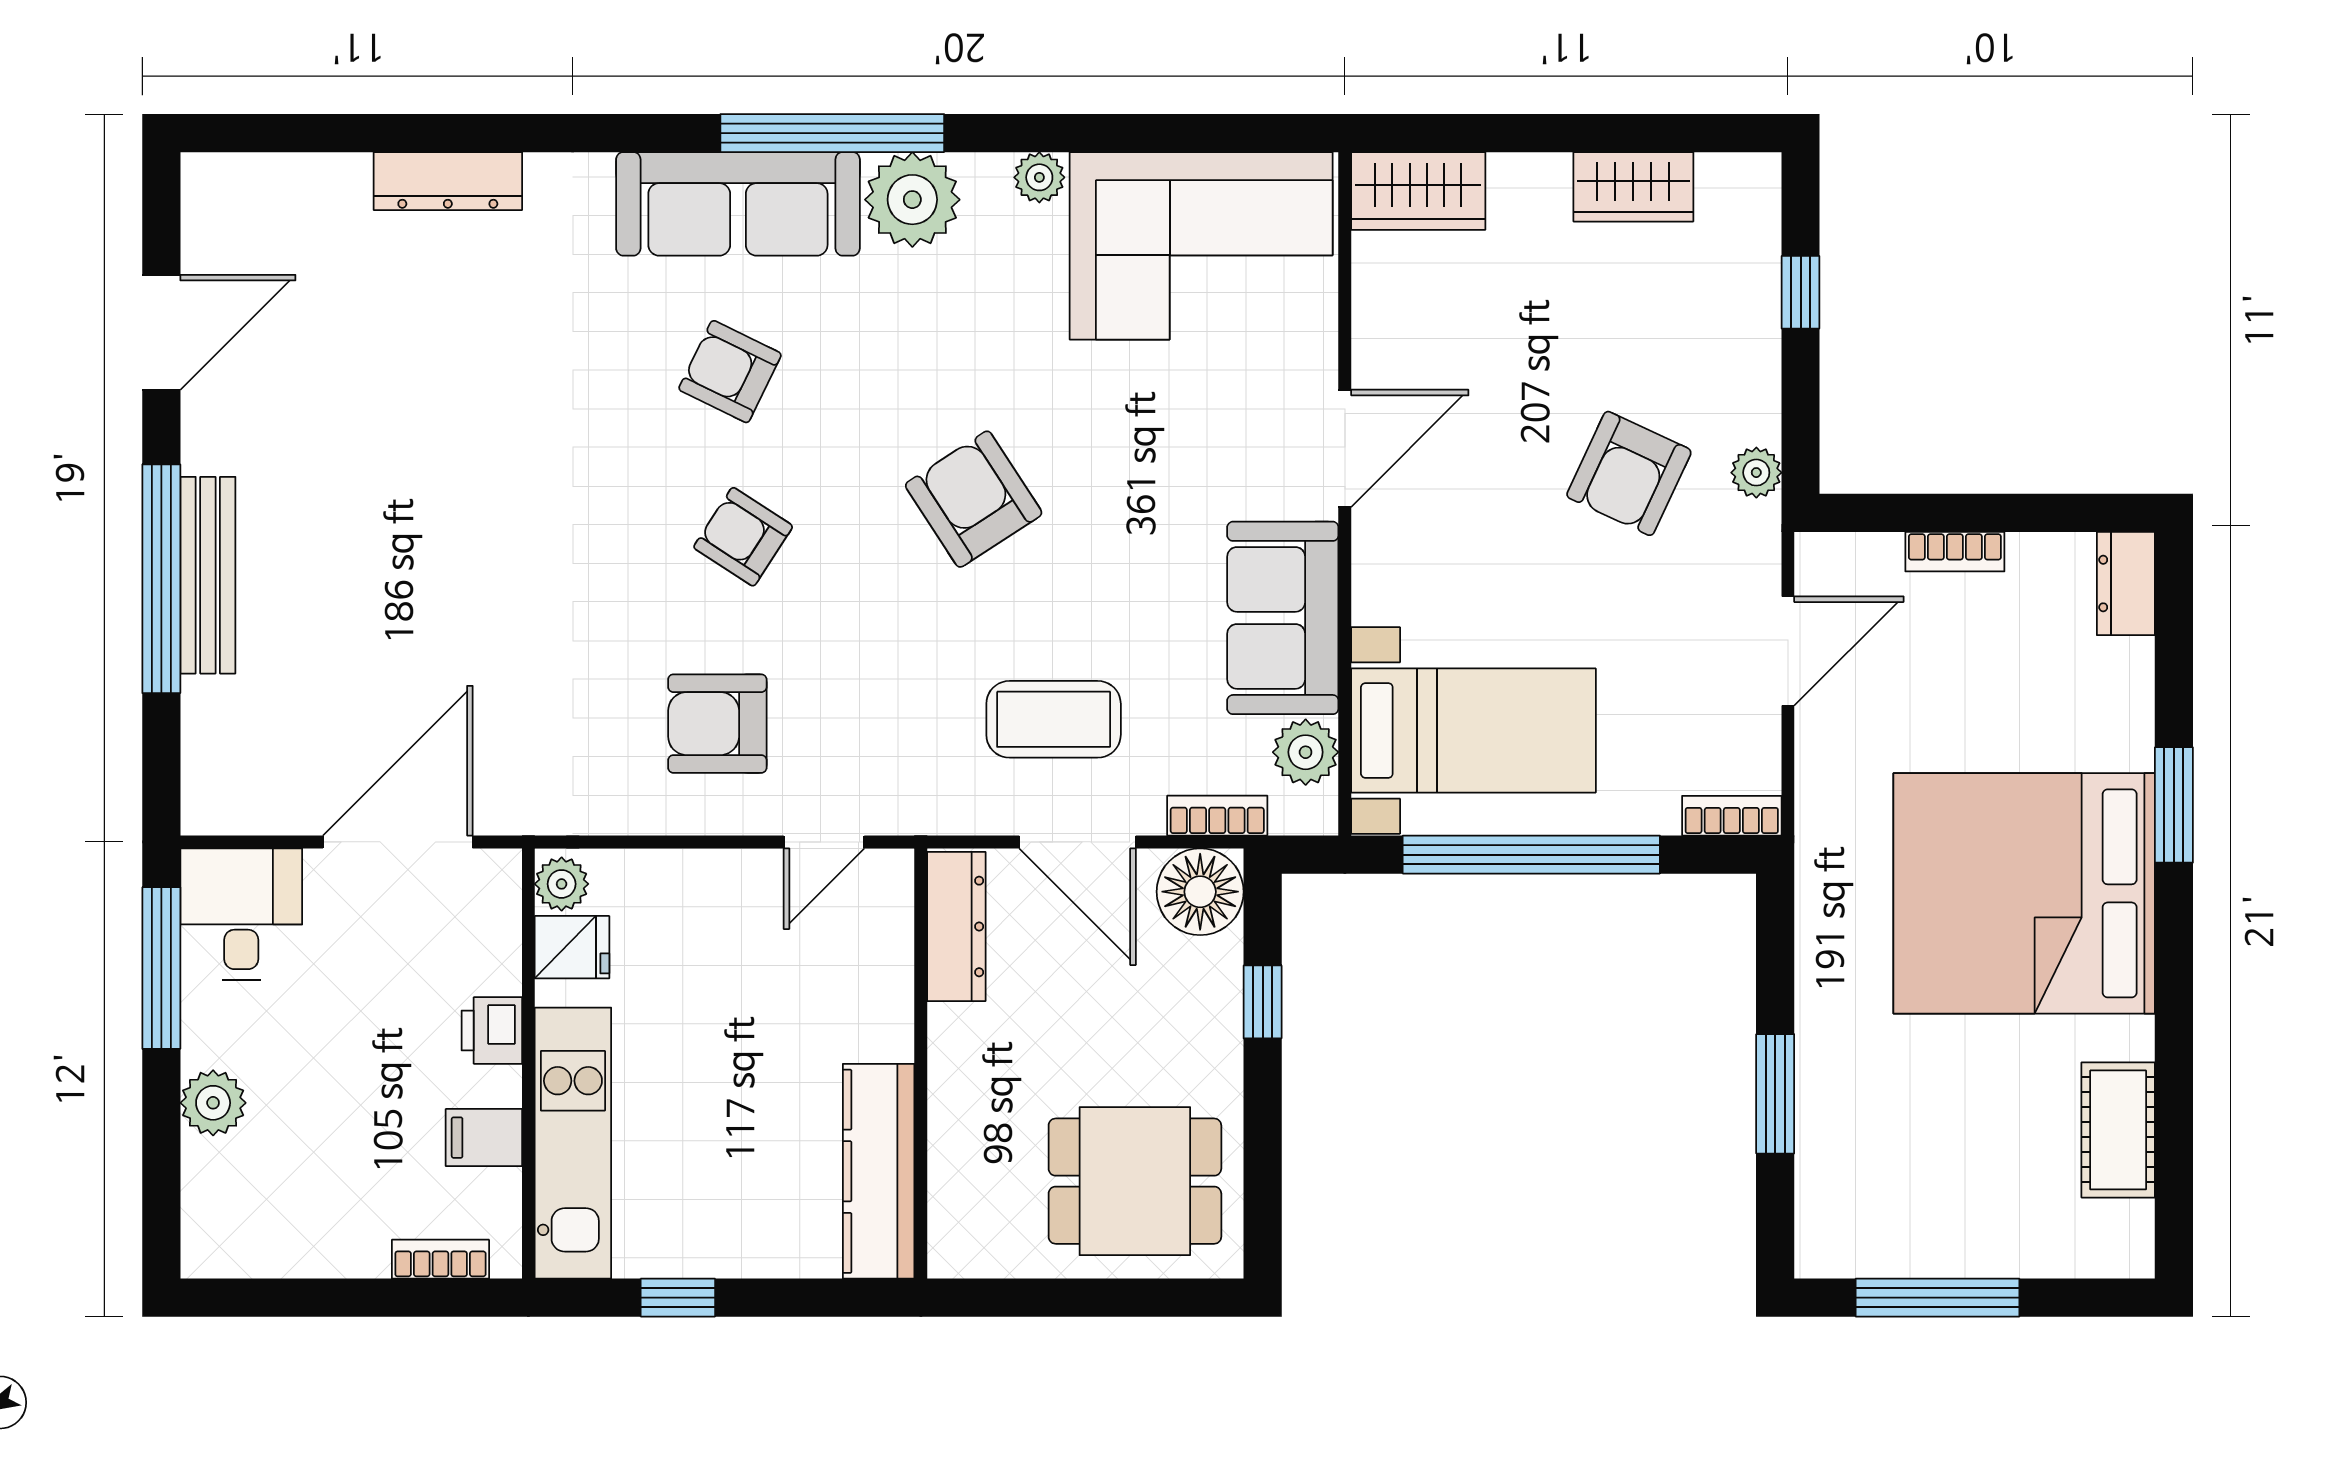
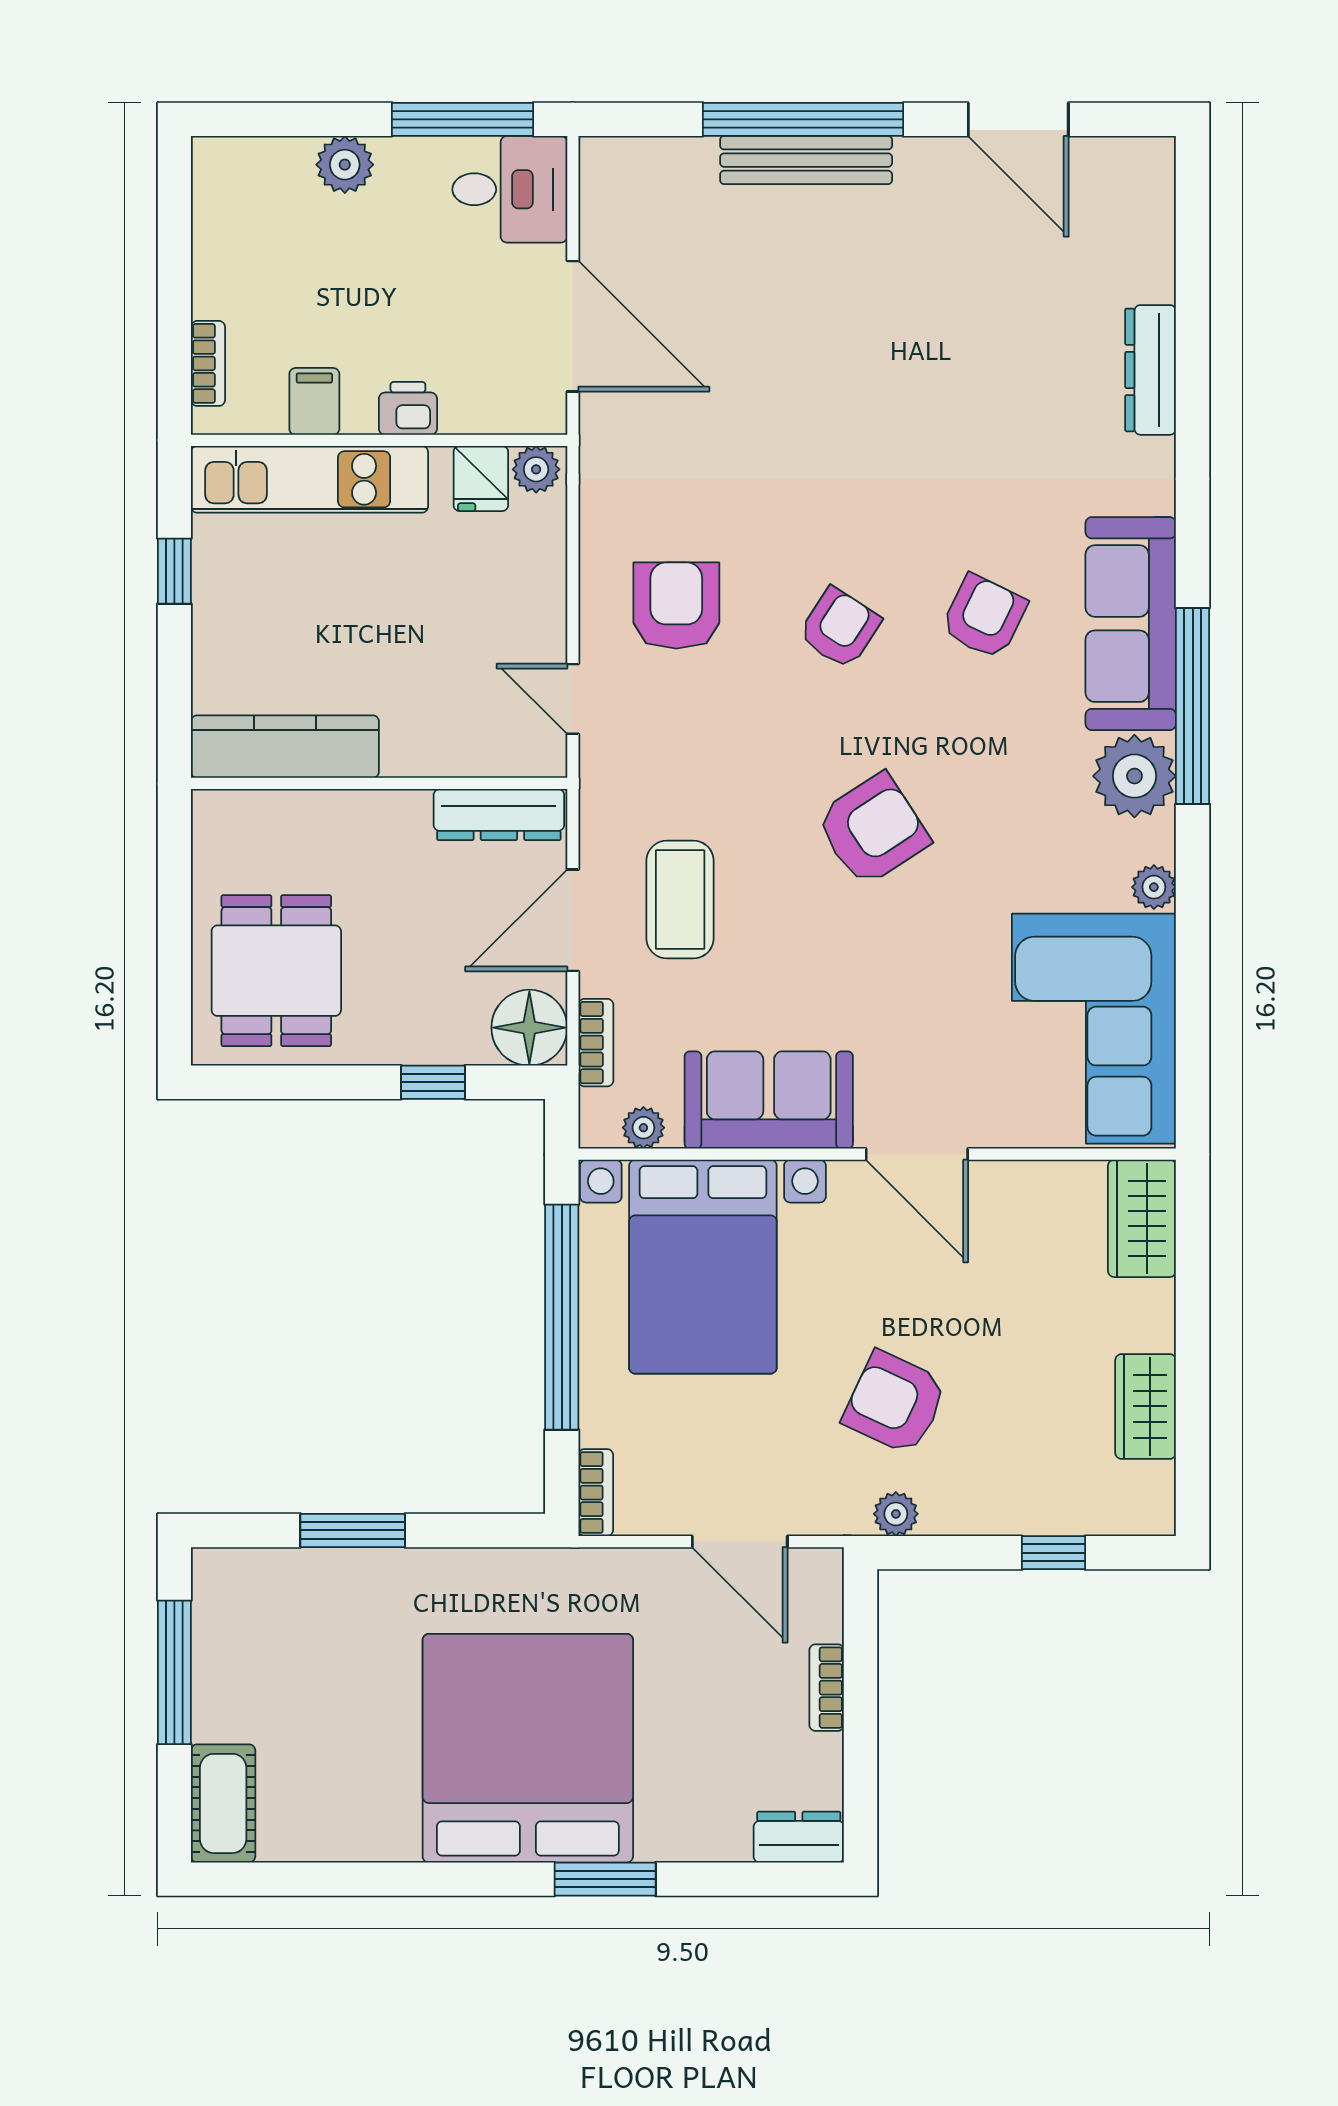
bed with nightstands: (1473, 730) -> (703, 1267), width x1.36
plant: (1306, 752) -> (643, 1128), width x0.73, depth x0.73
cot: (2118, 1130) -> (223, 1803), moved, turned 90

